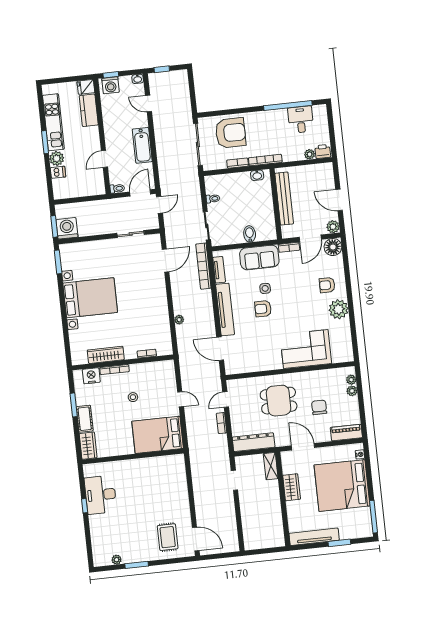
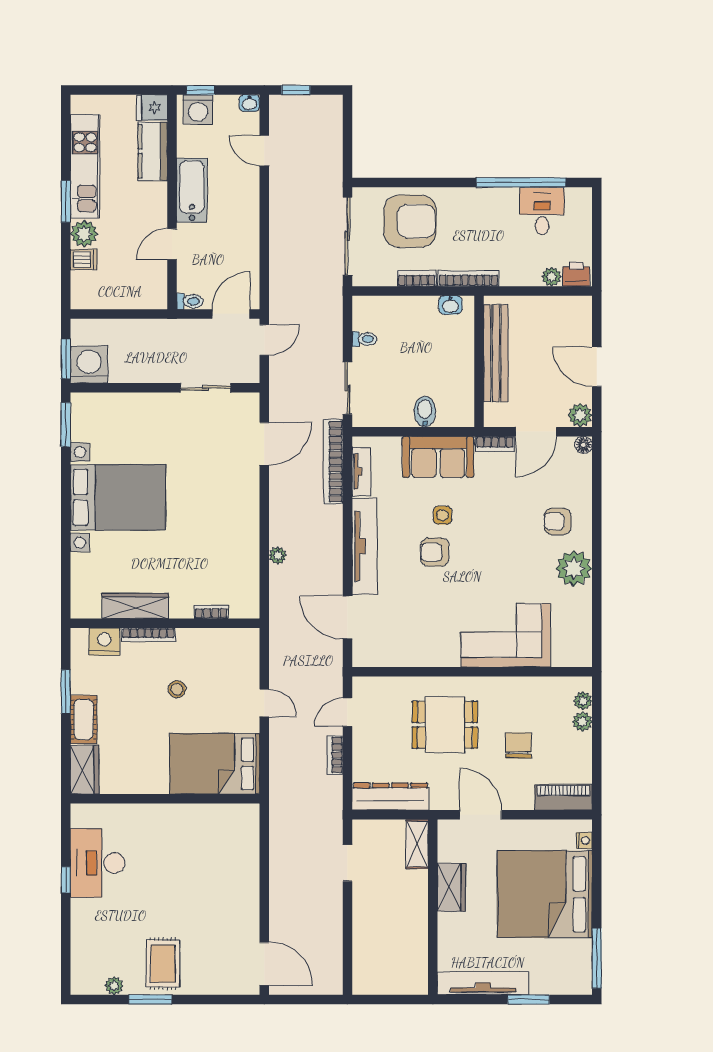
bathtub: (142, 145) -> (192, 190), moved, turned 180
floor lamp: (333, 247) -> (584, 445), width x0.53, depth x0.53
rug: (168, 537) -> (163, 964), moved

